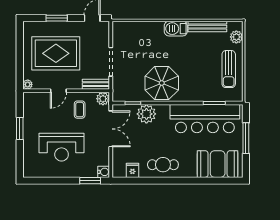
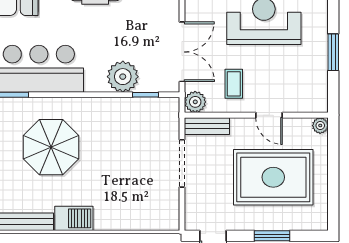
parasol: (162, 83) -> (51, 147), moved
door: (58, 91) -> (269, 115), swing flipped
double door: (111, 129) -> (182, 52), swing flipped

